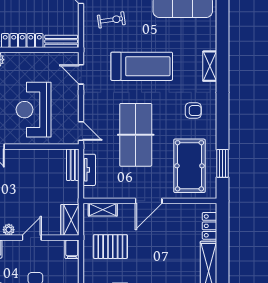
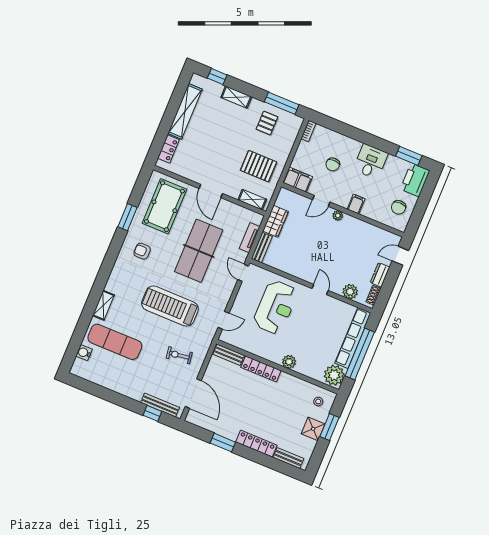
shelving: (210, 66) -> (103, 305), moved
door: (81, 74) -> (223, 320), hinge flipped
window: (223, 163) -> (127, 217), moved
door: (149, 201) -> (211, 191), swing flipped
wardrobe: (70, 220) -> (275, 221), moved
filing cabinet: (72, 249) -> (298, 180), width x2.00

